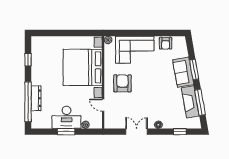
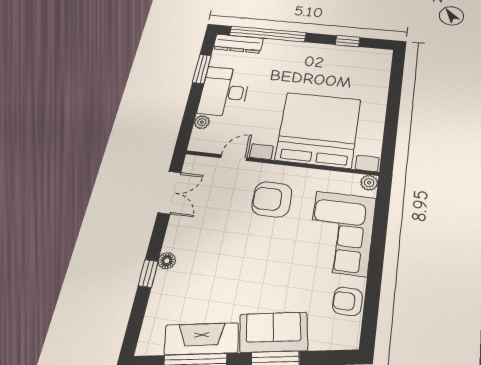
armchair: (122, 83) -> (272, 199), turned 180
dresser: (36, 98) -> (238, 44), moved
window: (66, 132) -> (202, 69), moved
double door: (137, 132) -> (169, 192), moved
window: (180, 132) -> (148, 274), moved

